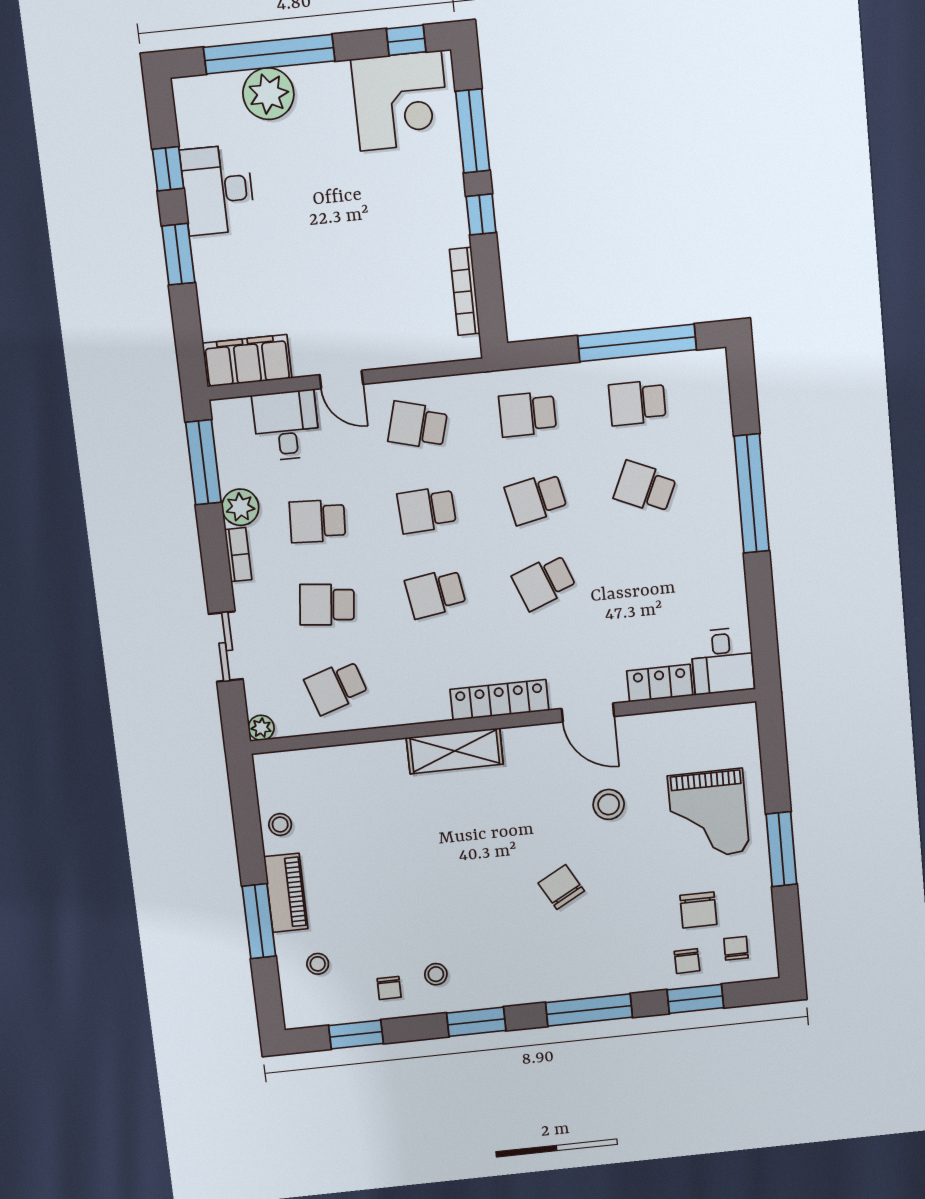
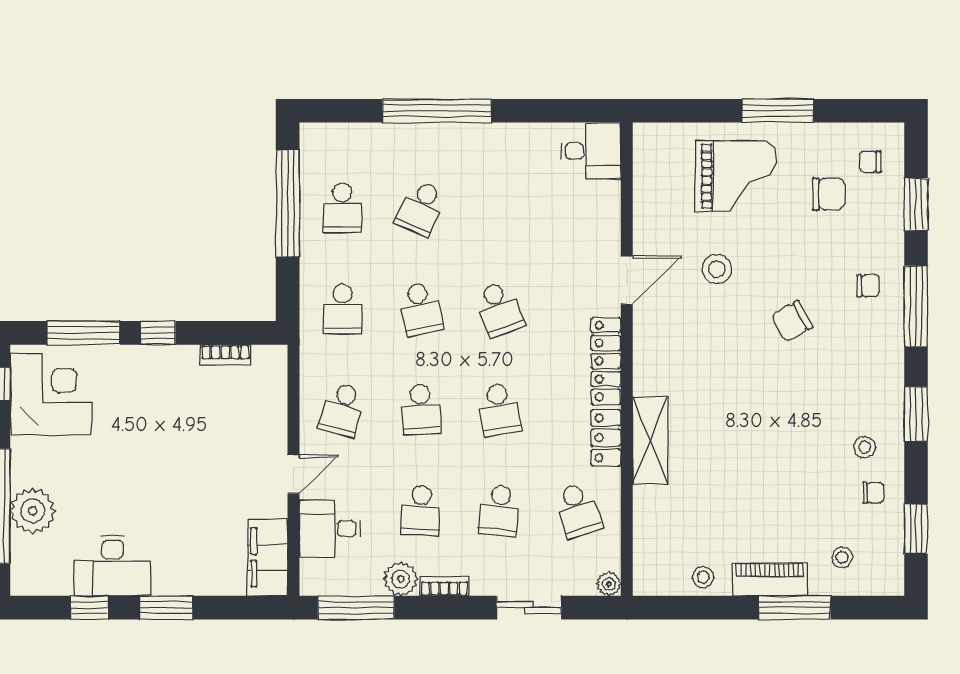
bookcase: (465, 291) -> (225, 355), width x0.64
locker: (660, 683) -> (606, 438), moved
shelving: (455, 751) -> (650, 441), moved
chair: (687, 961) -> (868, 286), moved

